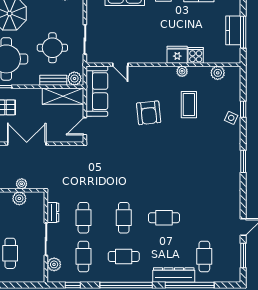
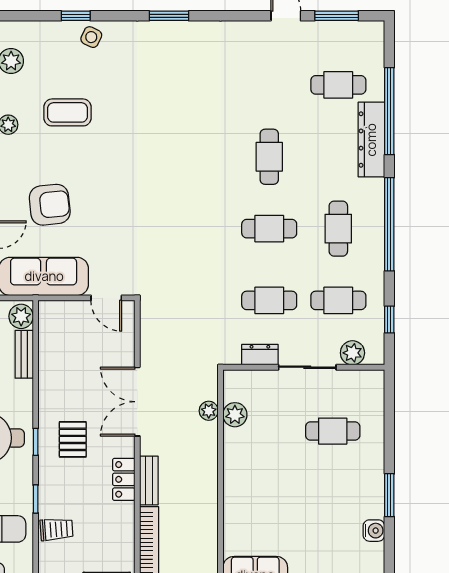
shelving: (63, 96) -> (53, 337), removed
armchair: (149, 113) -> (50, 205), moved

